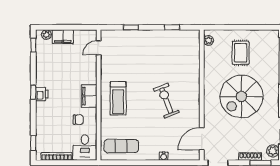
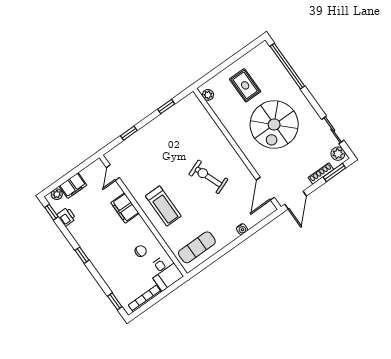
printer: (42, 94) -> (66, 217), moved
filing cabinet: (89, 96) -> (125, 208), moved

